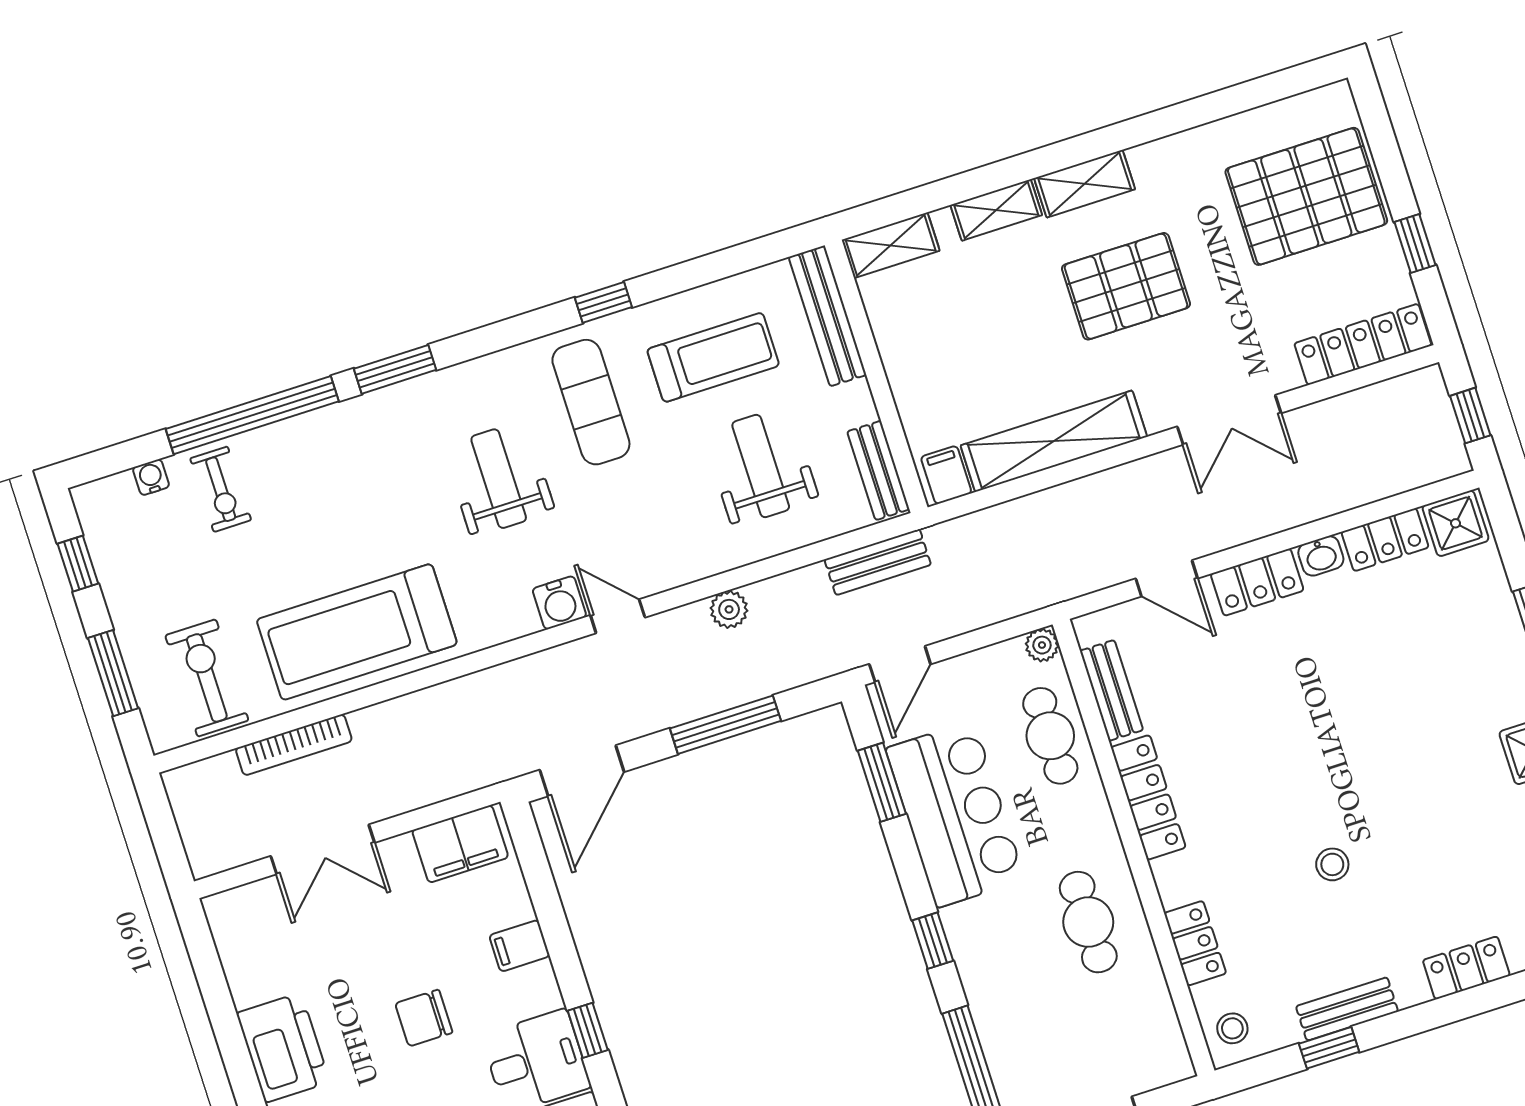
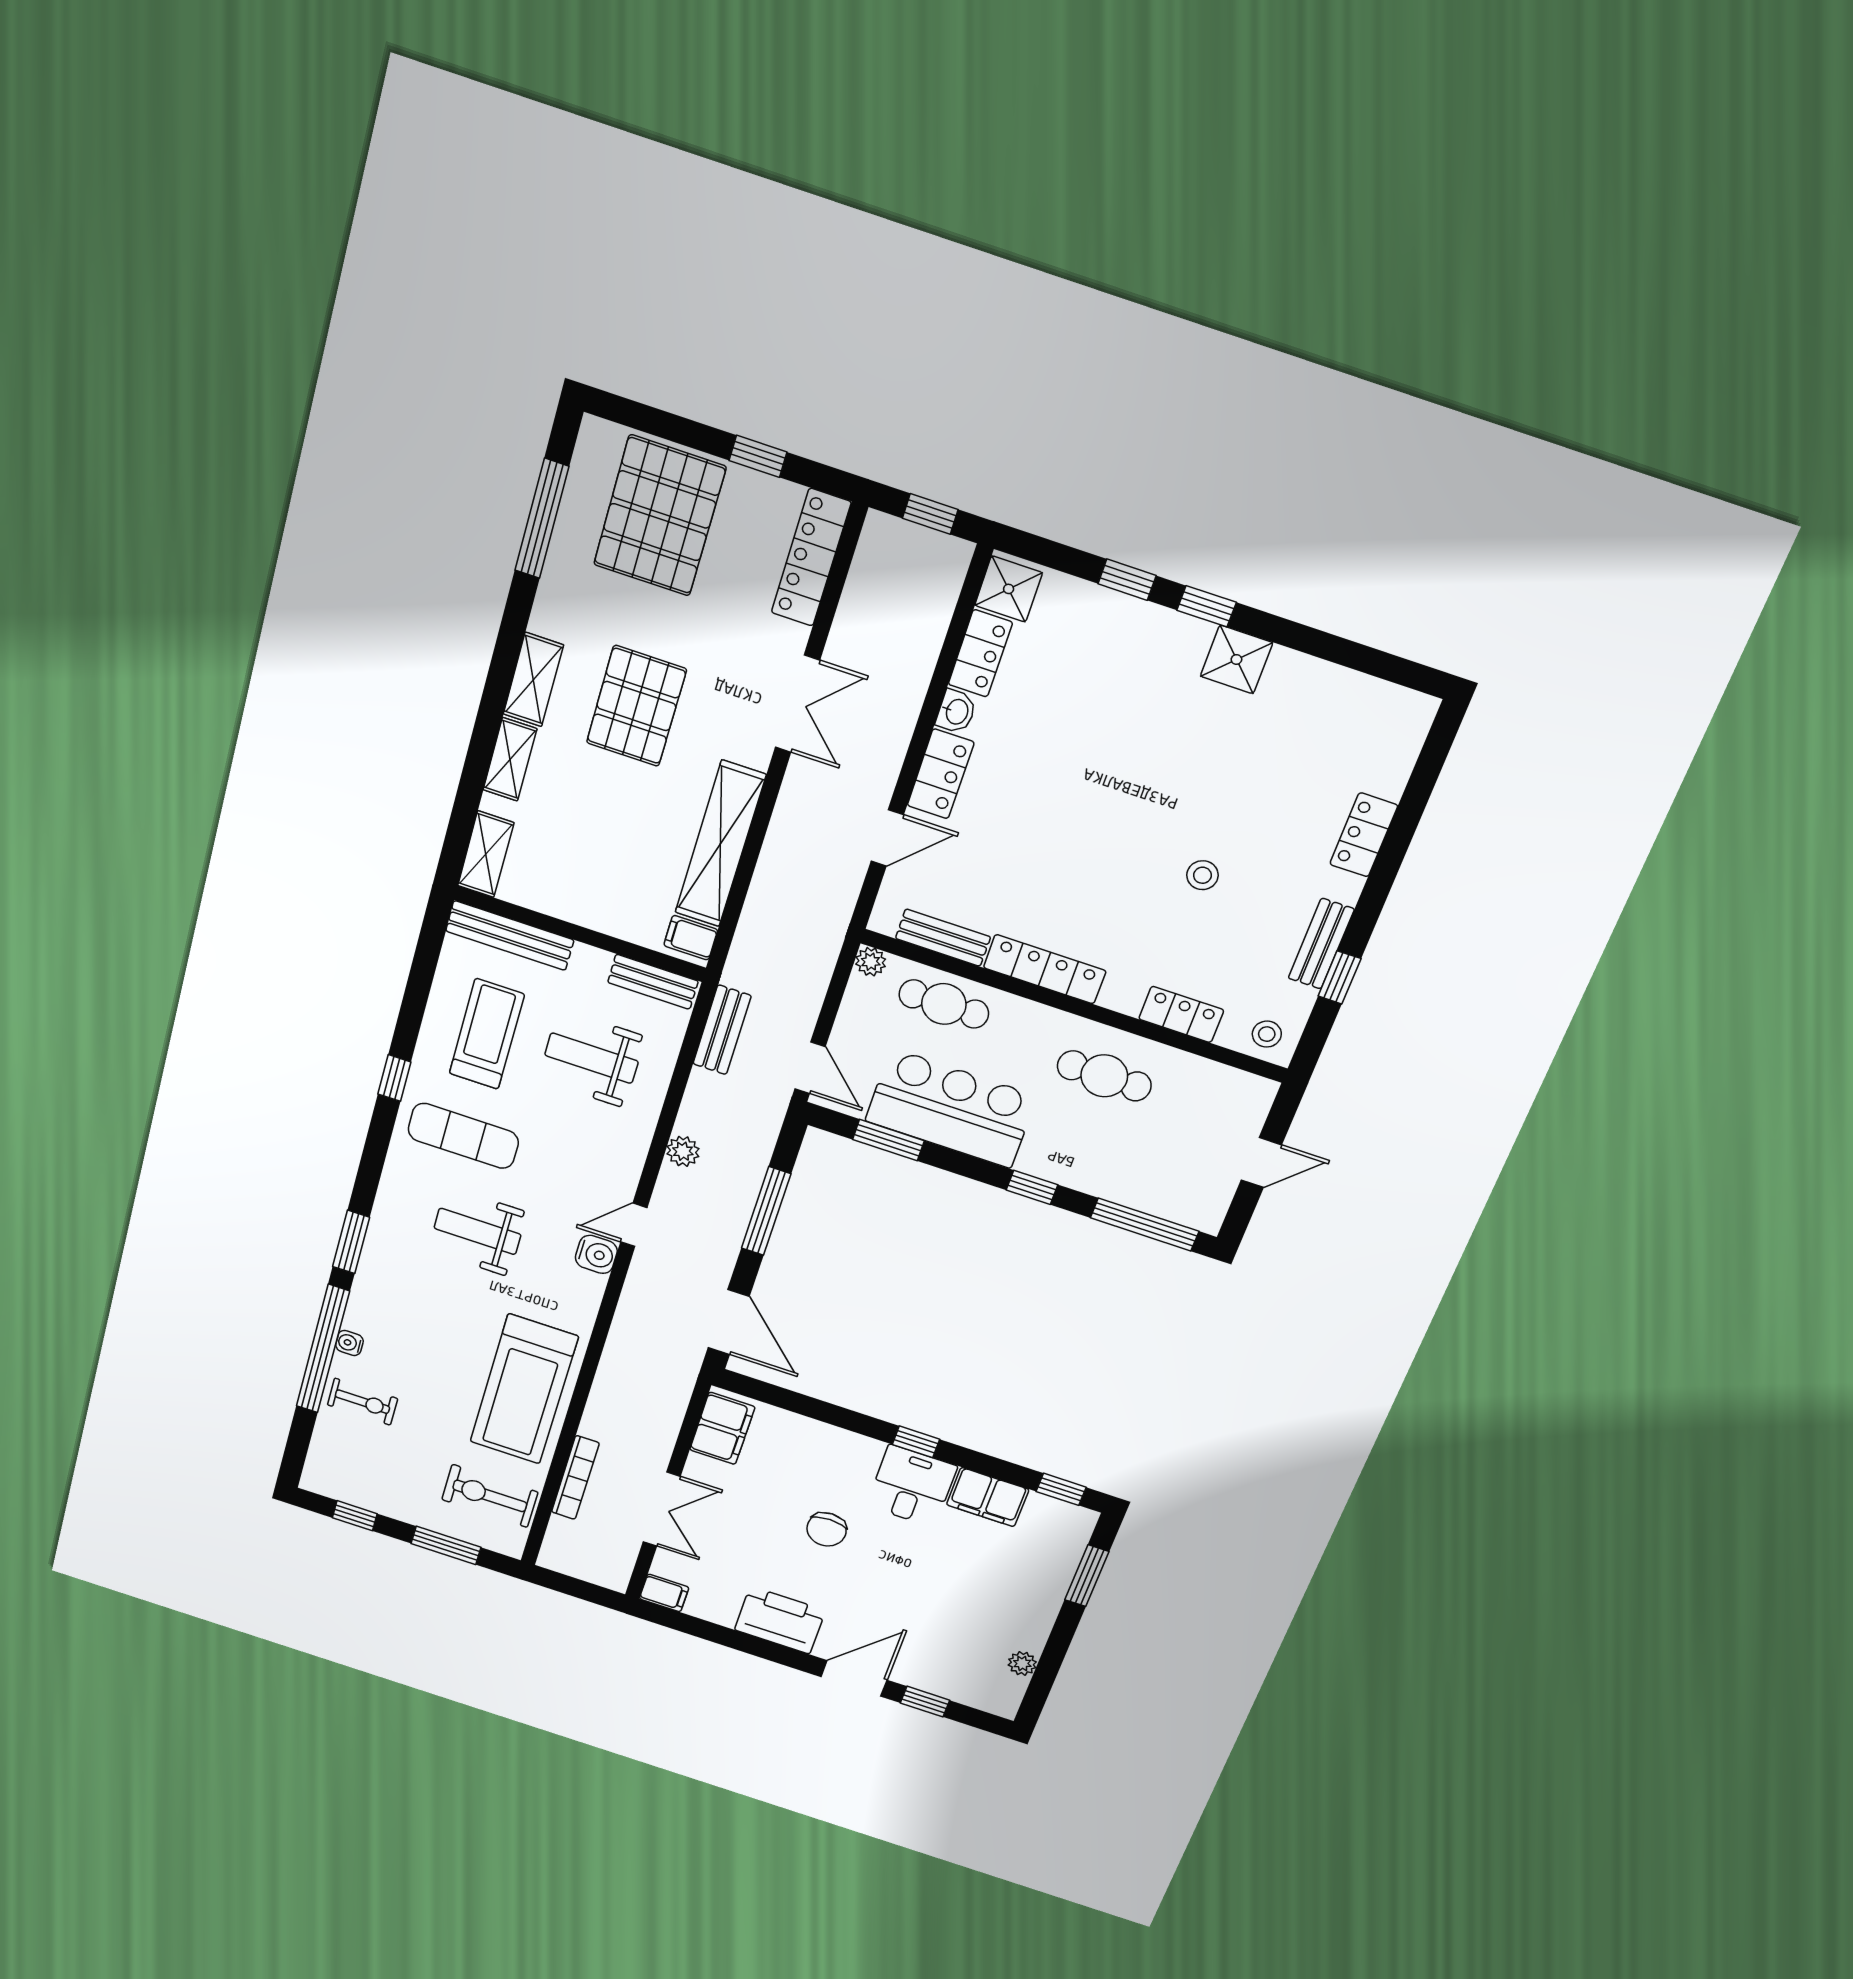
window: (1232, 101) -> (542, 519), added
water cooler: (151, 477) -> (349, 1343), moved
filing cabinet: (519, 946) -> (664, 1593), moved, turned -90

